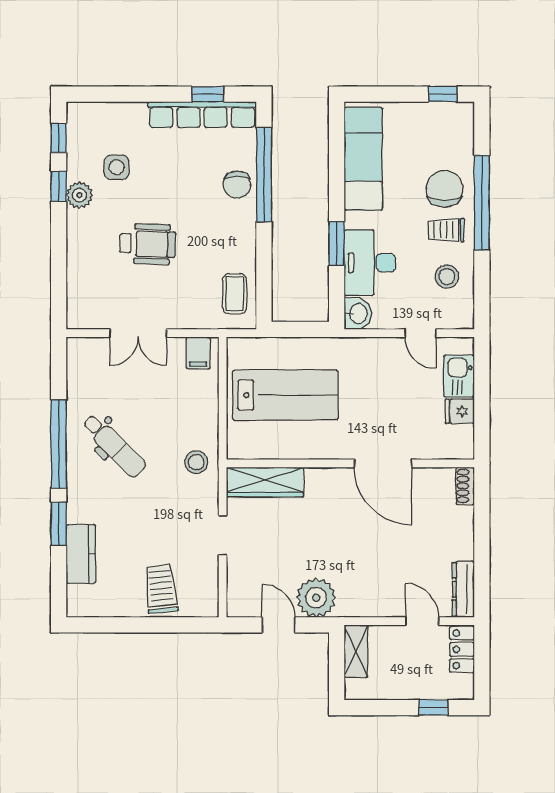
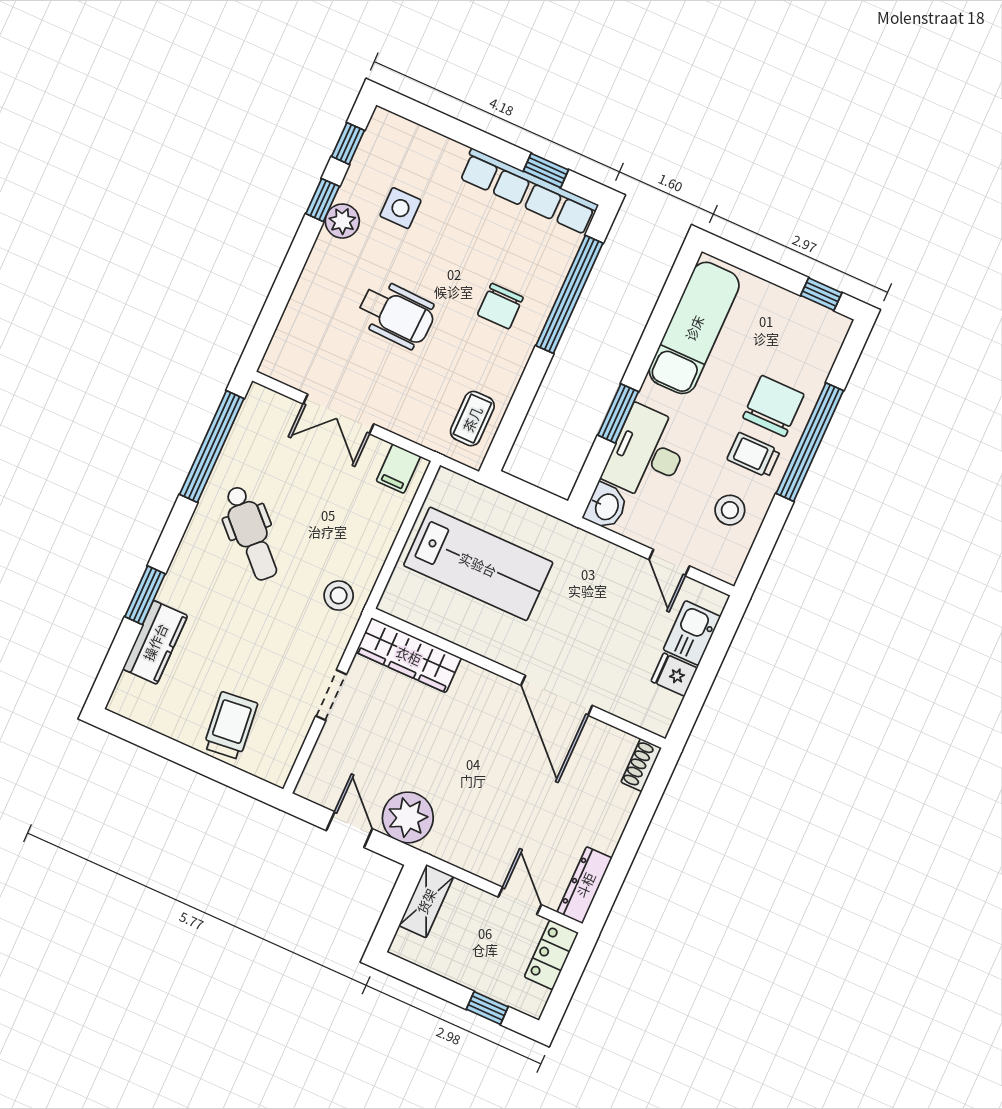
chair: (237, 185) -> (500, 306), moved
window: (59, 444) -> (212, 447), moved

